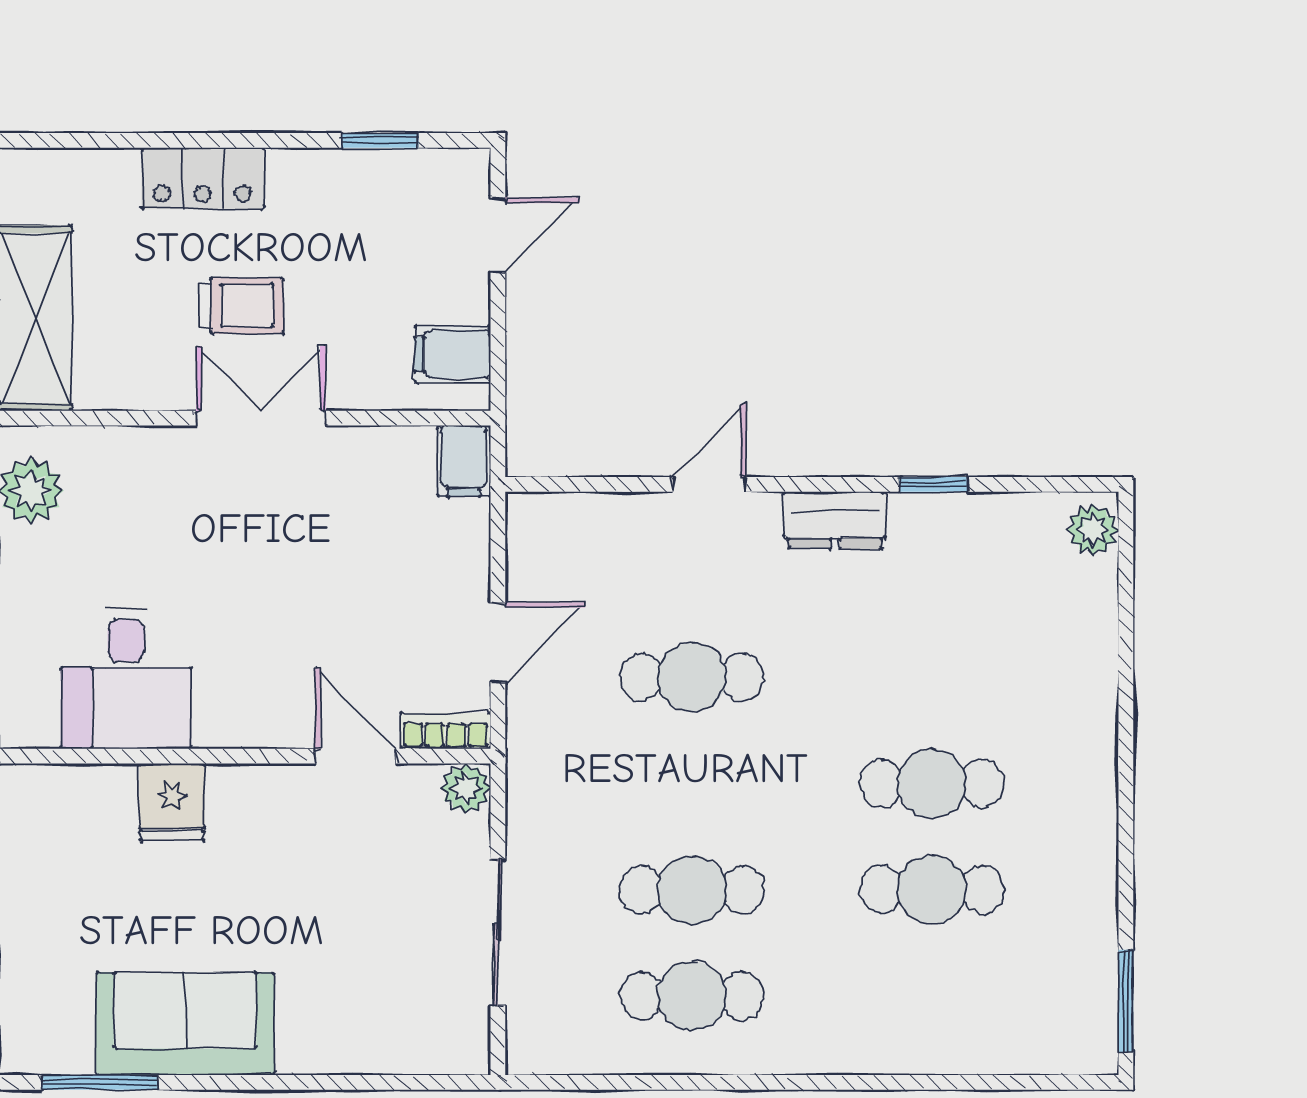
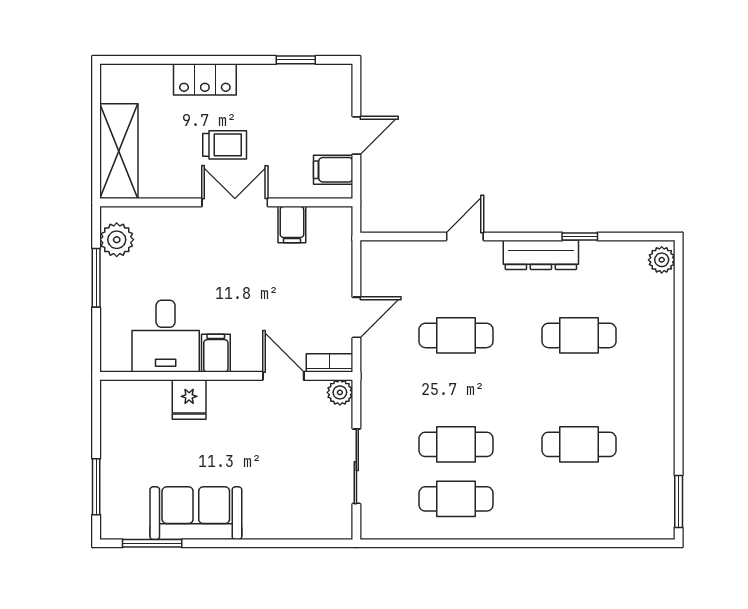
door: (498, 235) -> (356, 135), moved
filing cabinet: (464, 461) -> (292, 225), moved
dresser: (835, 520) -> (541, 255), width x1.44
filing cabinet: (224, 712) -> (216, 353), added
cafe table: (932, 783) -> (579, 335), moved

